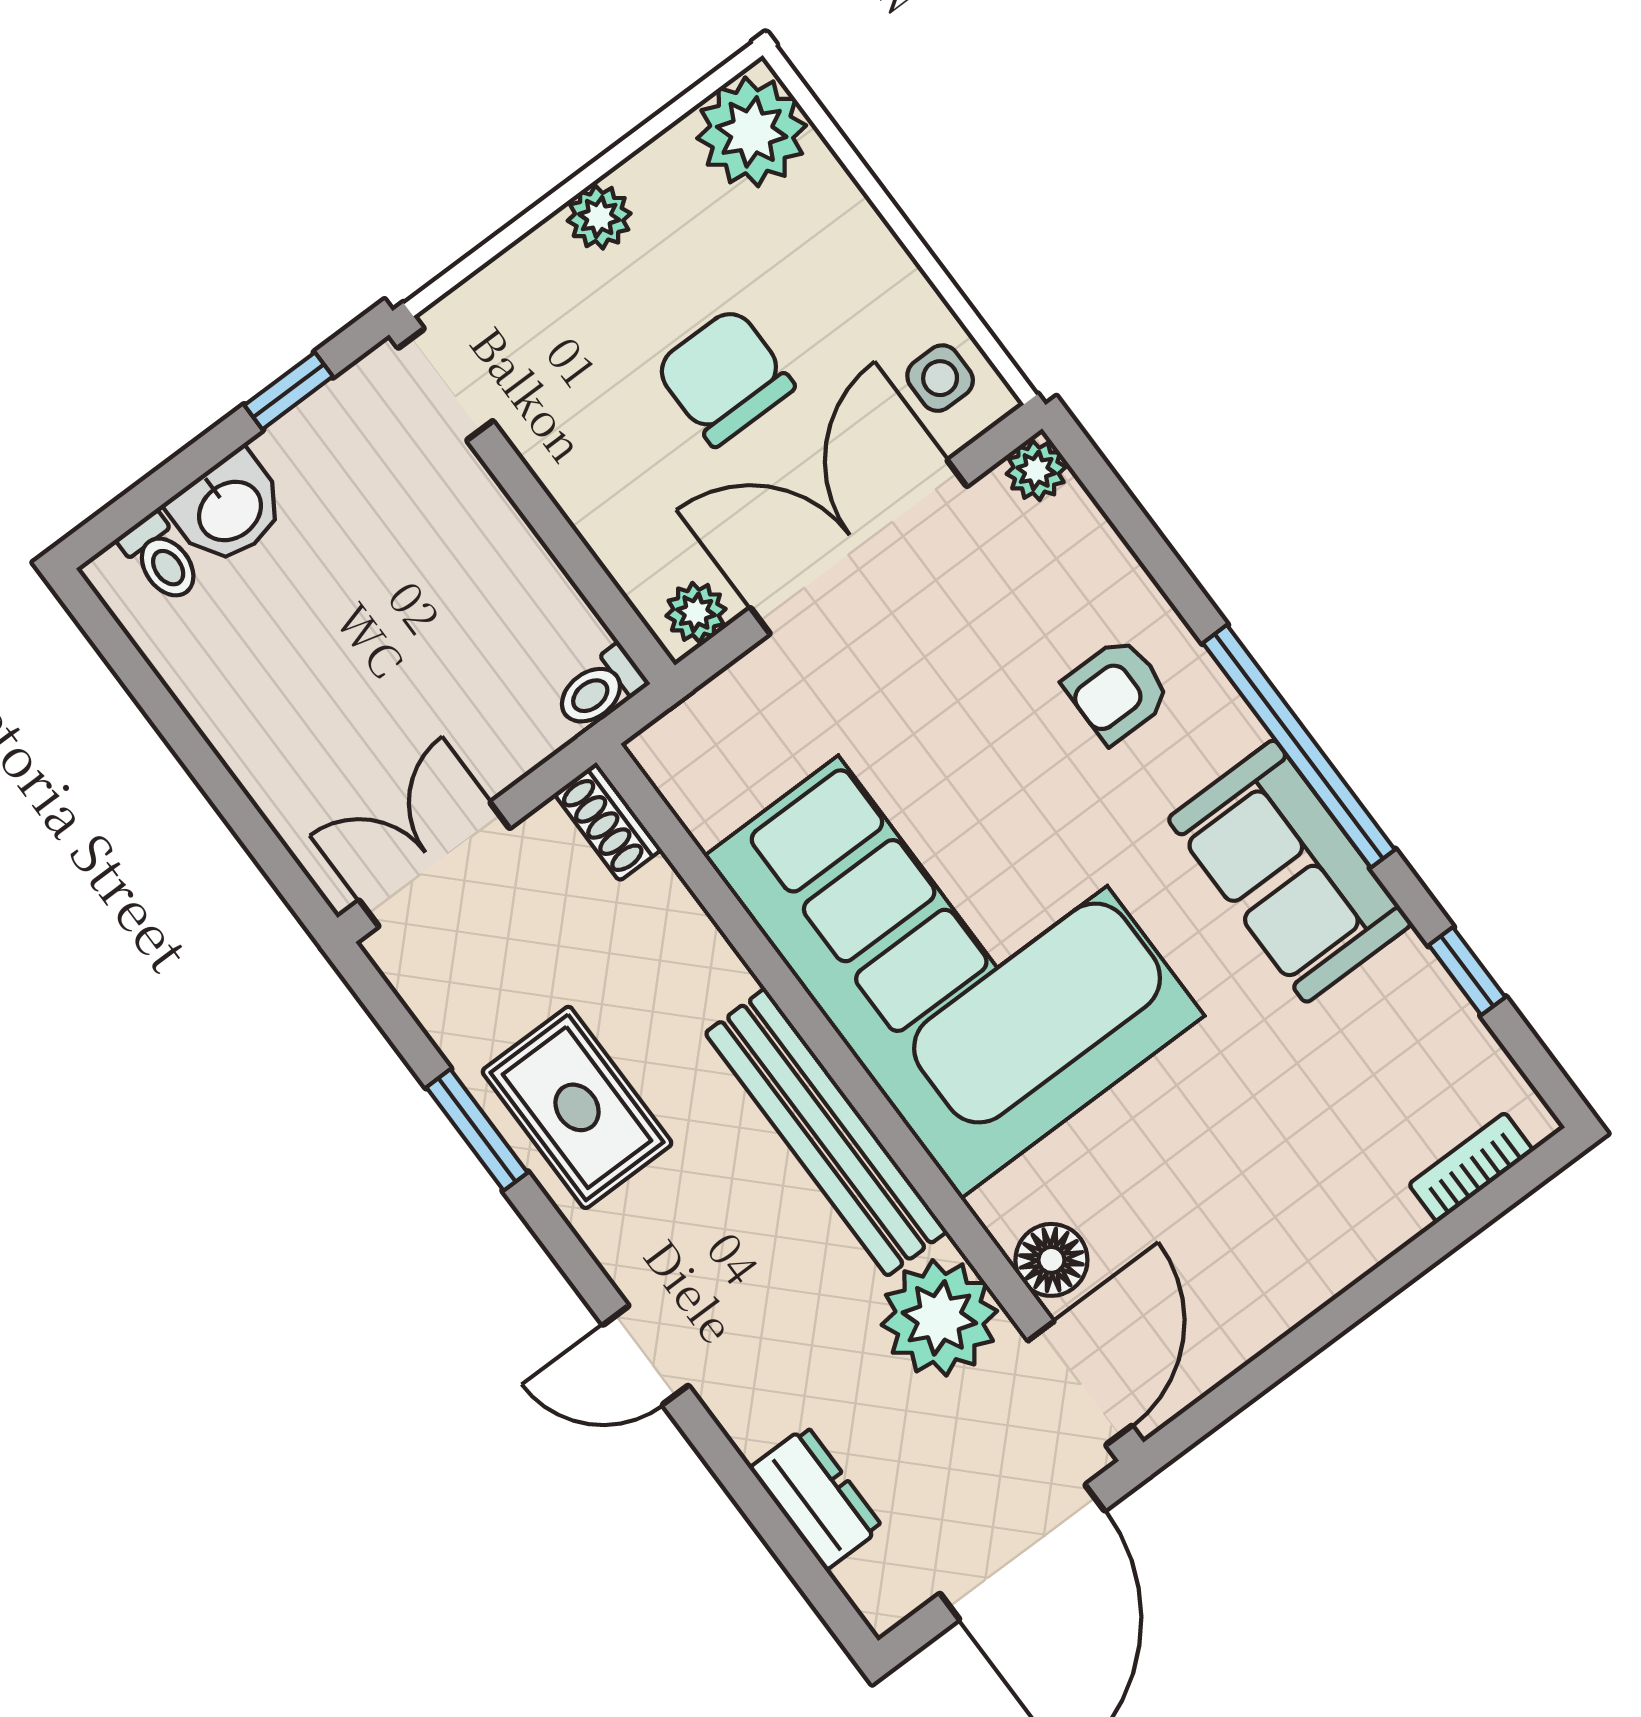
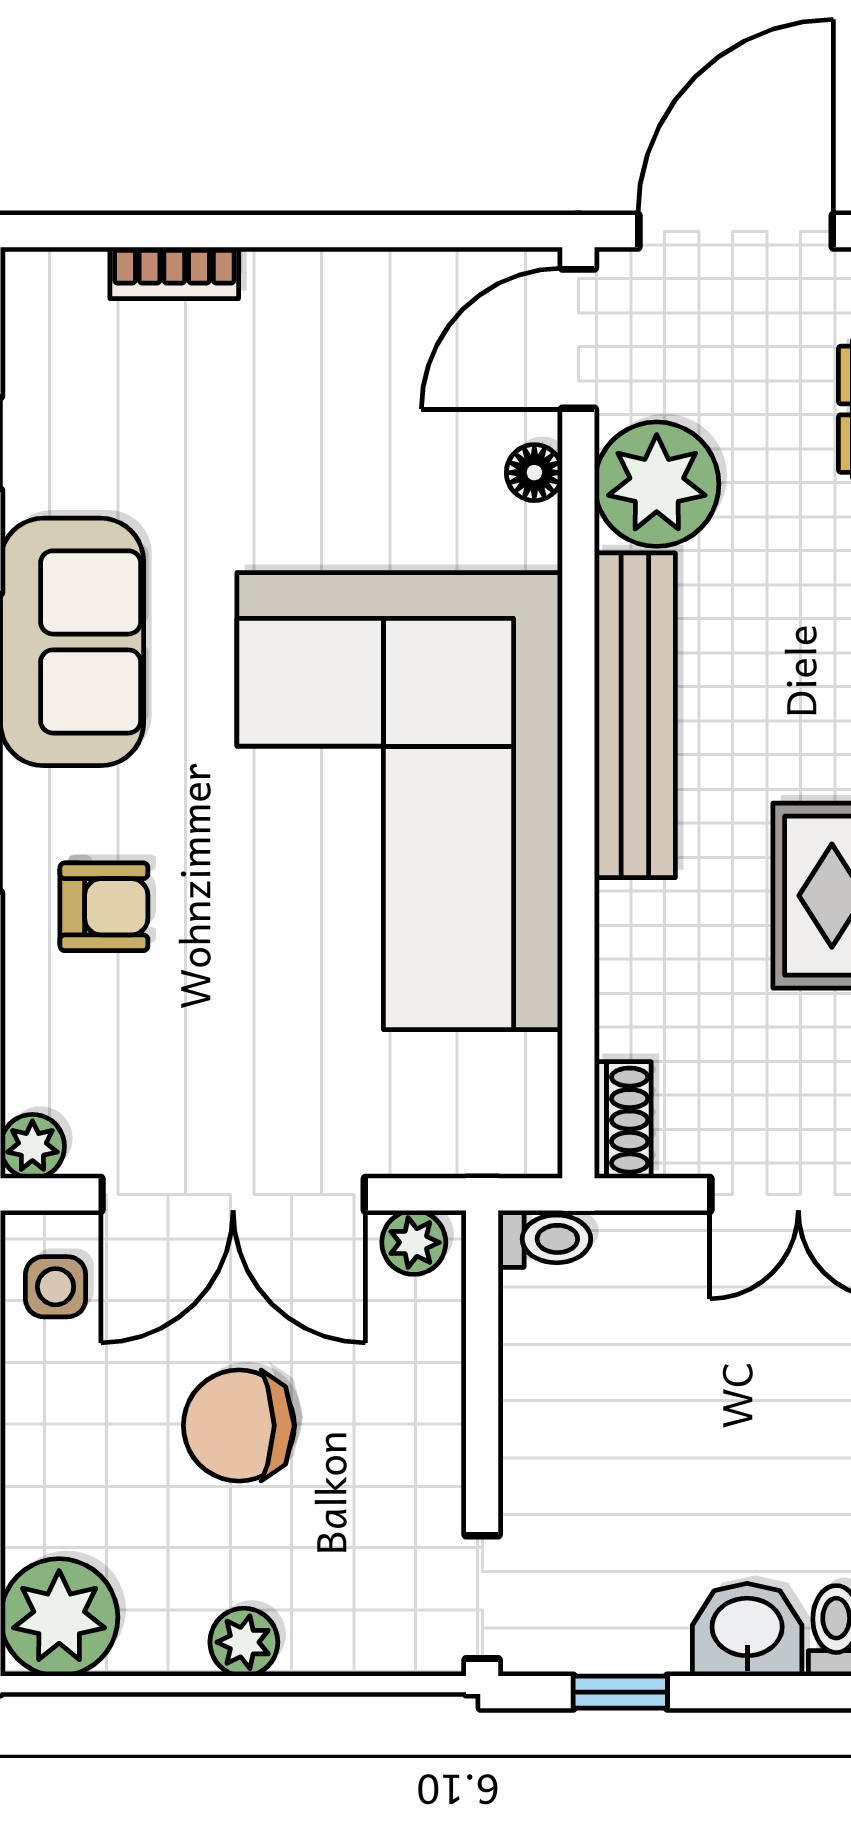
chair: (725, 377) -> (239, 1426), turned 90
bookcase: (1471, 1168) -> (174, 273), moved
floor lamp: (1051, 1260) -> (534, 473), width x0.73, depth x0.73

